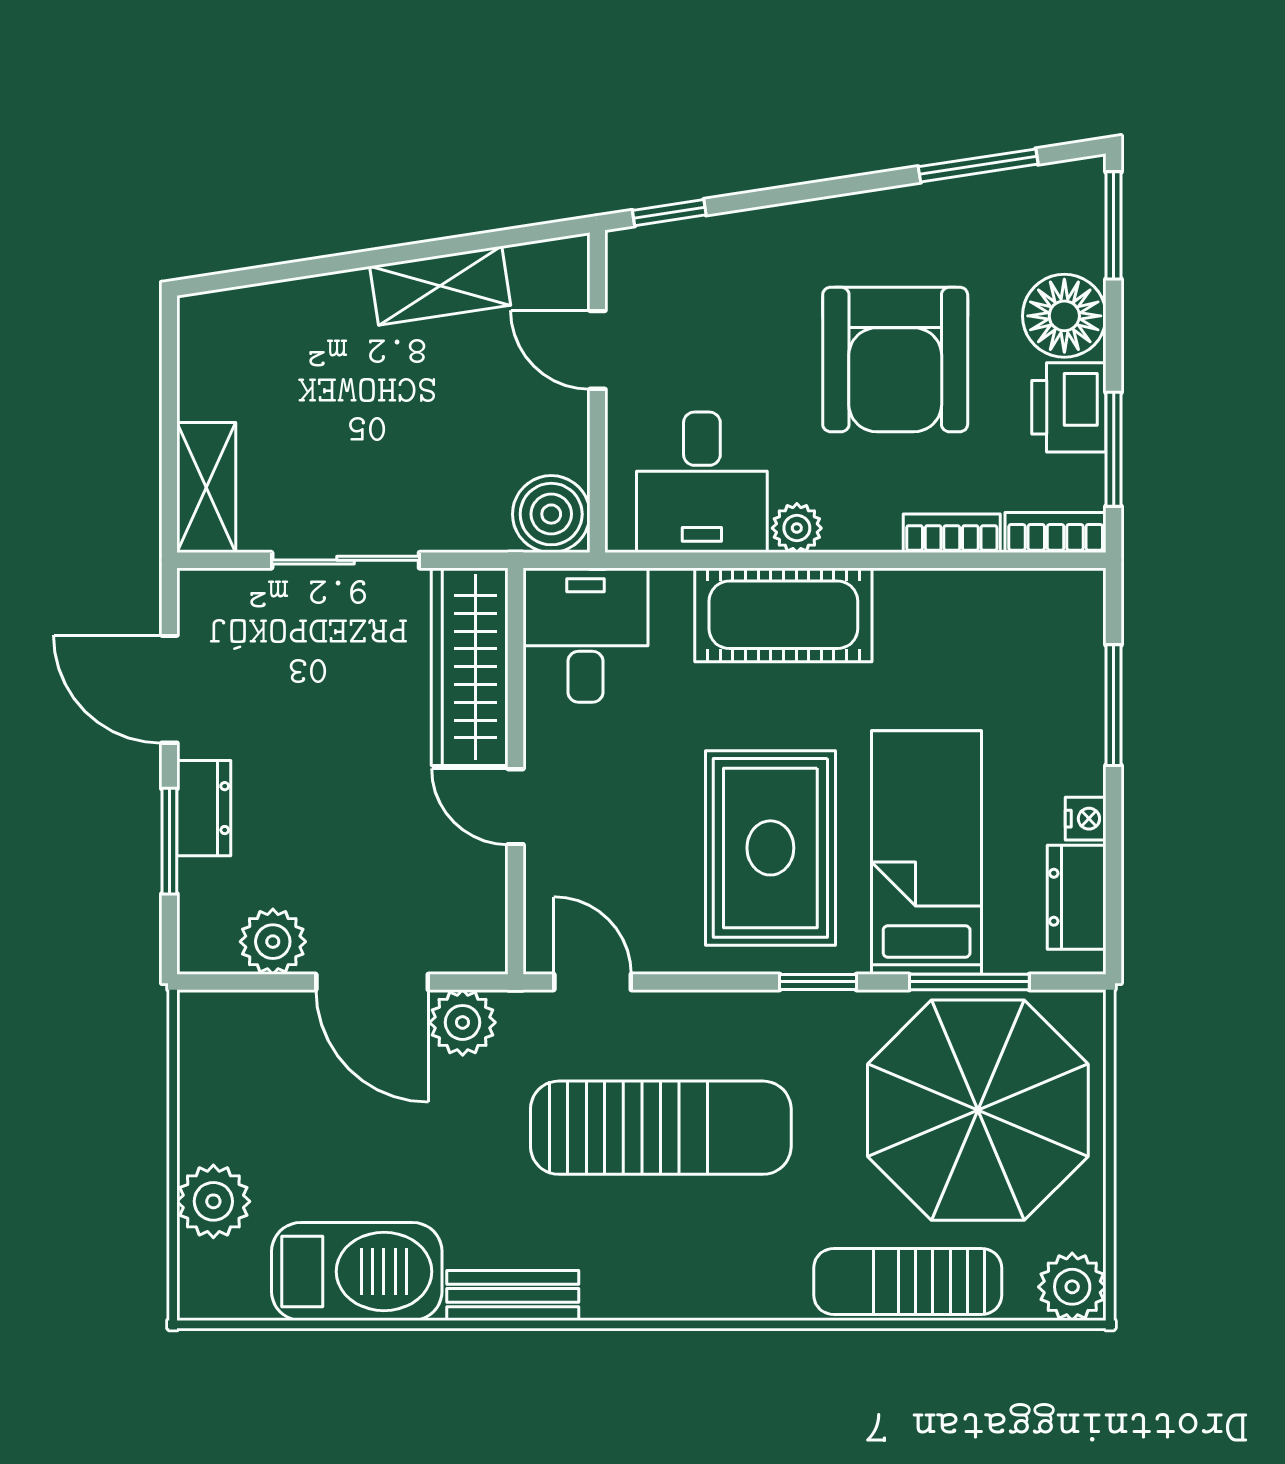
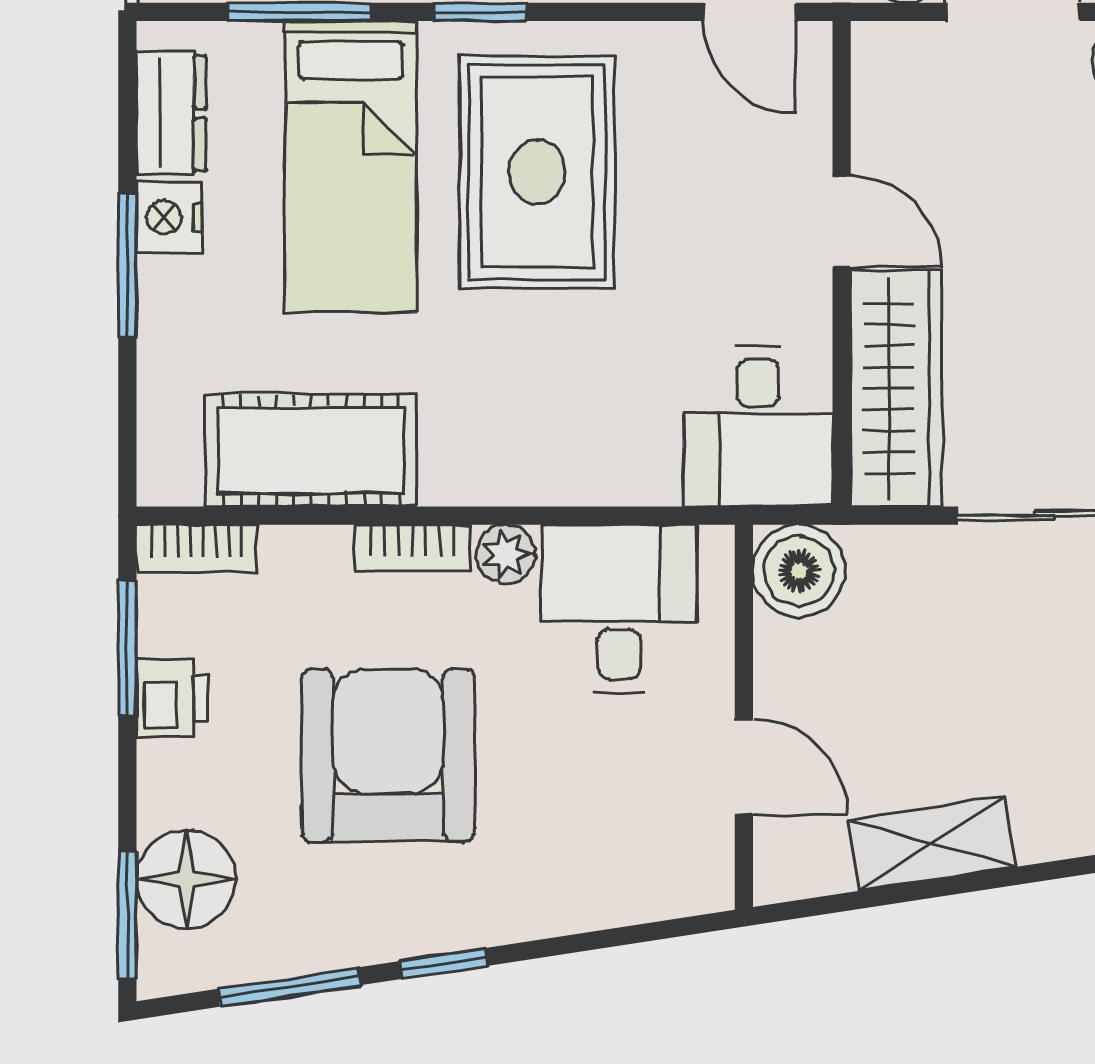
window: (669, 213) -> (443, 963), moved
floor lamp: (1064, 316) -> (186, 879), moved
printer: (1069, 407) -> (172, 698), width x0.73, depth x0.81
bookcase: (952, 533) -> (412, 548), moved
cot: (783, 615) -> (311, 450), moved
window: (1114, 705) -> (127, 266), moved
nightstand: (1086, 819) -> (169, 217), width x1.39, depth x1.35

